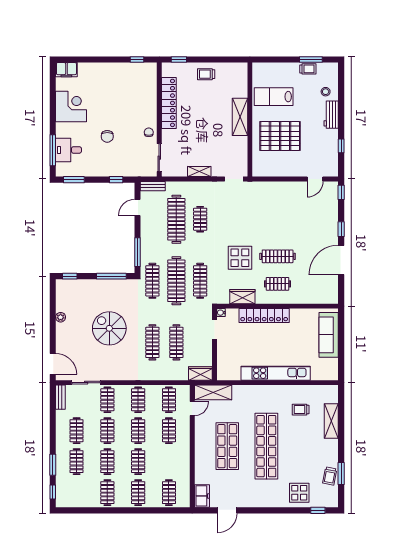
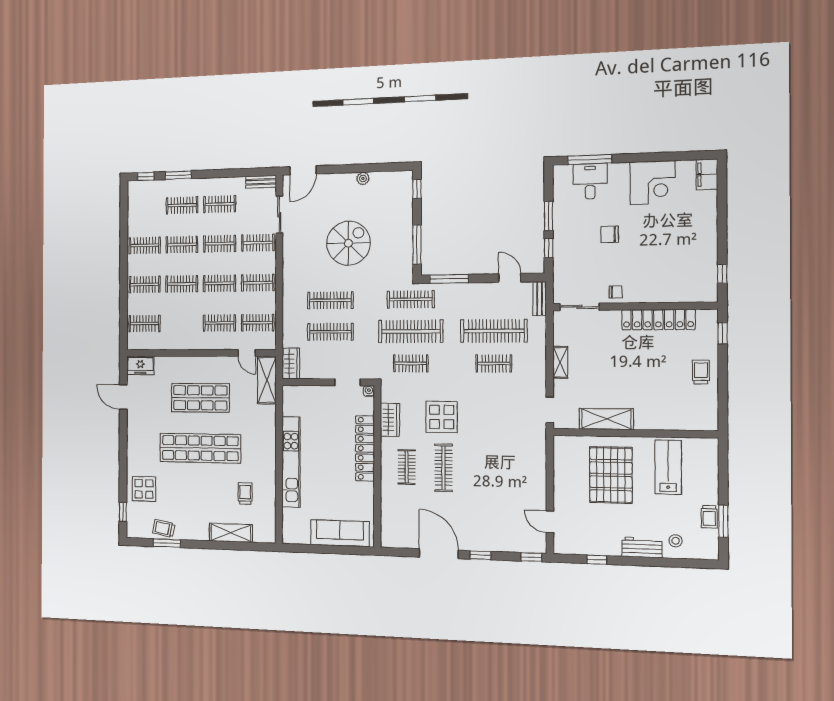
shelving: (240, 117) -> (606, 419), moved
window: (74, 180) -> (549, 216), moved
clothes rail: (200, 281) -> (411, 363), width x0.73

